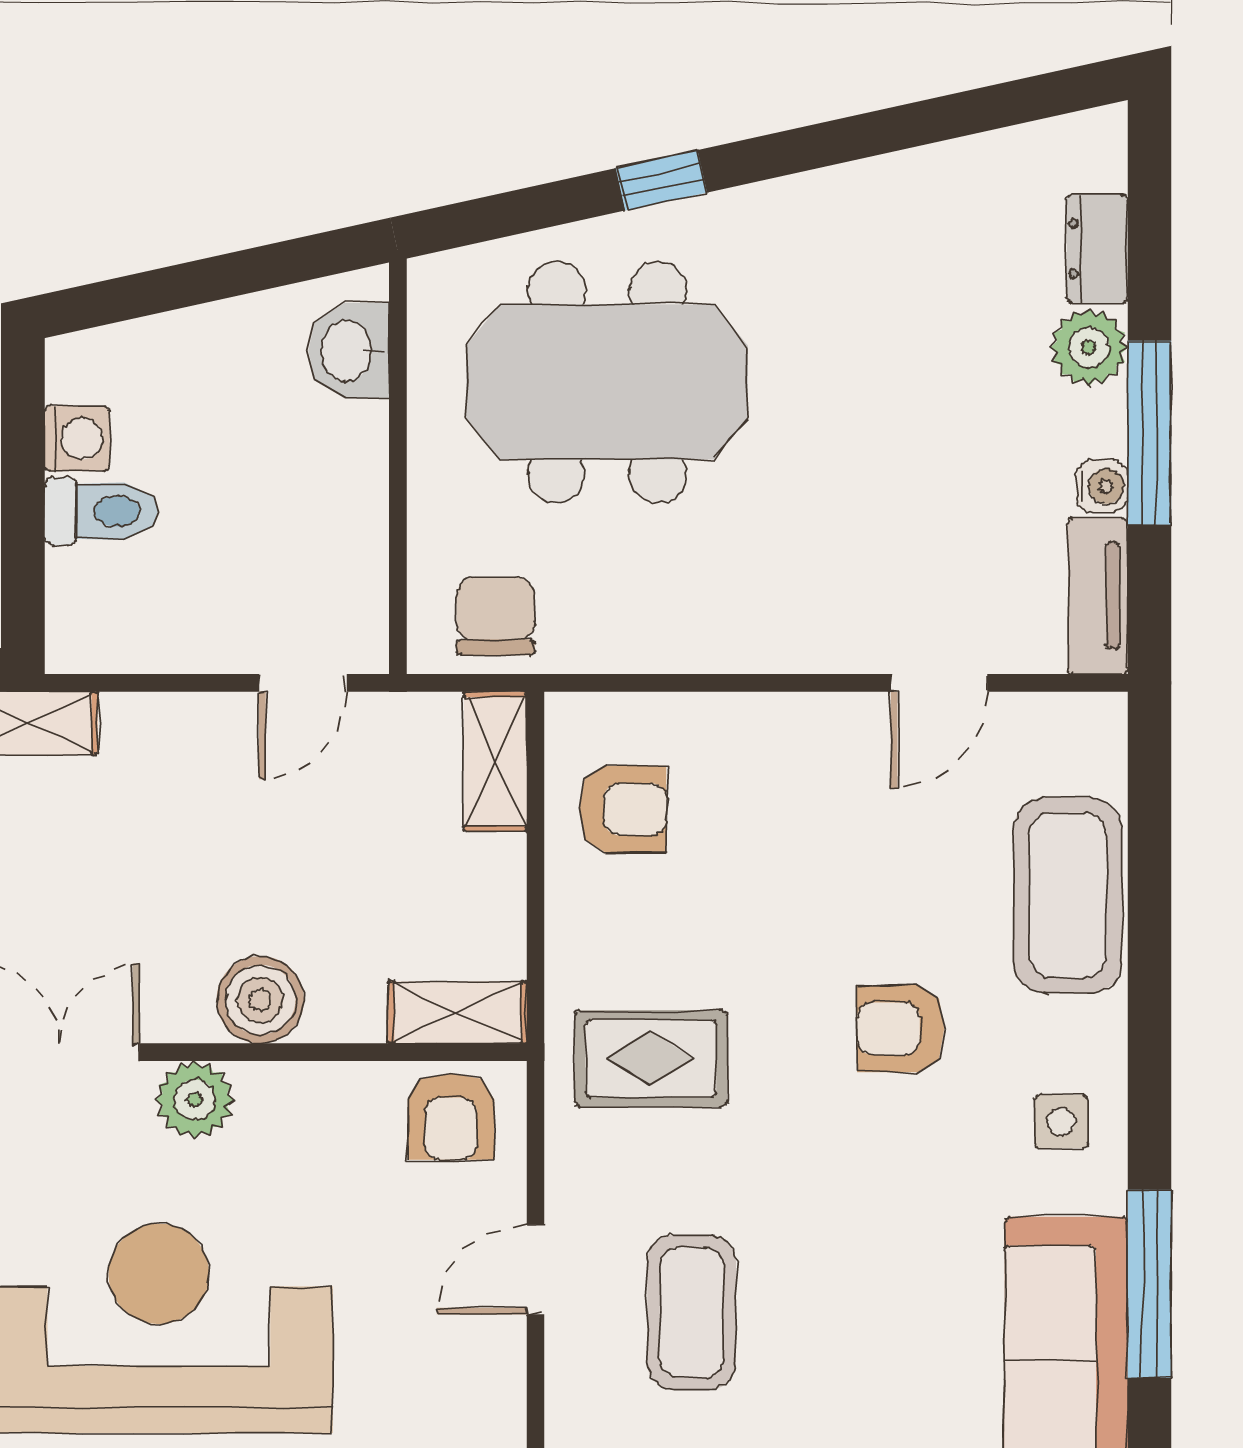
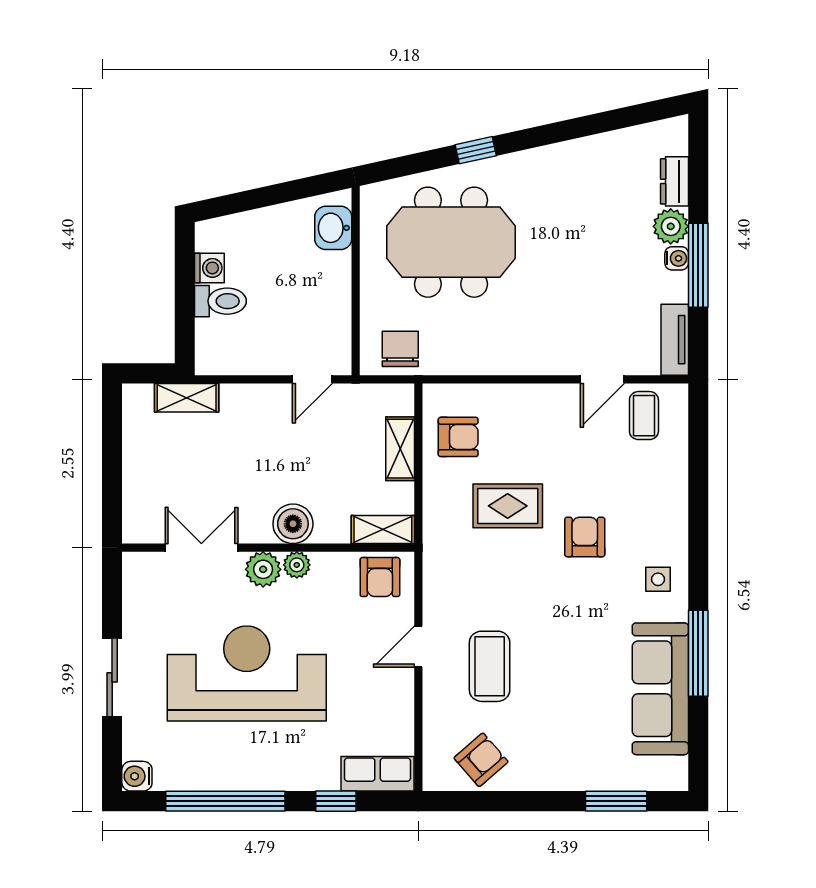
water cooler: (1102, 486) -> (677, 258), moved
shelving: (495, 761) -> (400, 449), moved
coffee table: (1068, 895) -> (644, 416), moved, width x0.54, depth x0.58
armchair: (901, 1029) -> (585, 537), turned 90
rug: (651, 1059) -> (508, 506), moved
plant: (269, 1090) -> (297, 565), added

